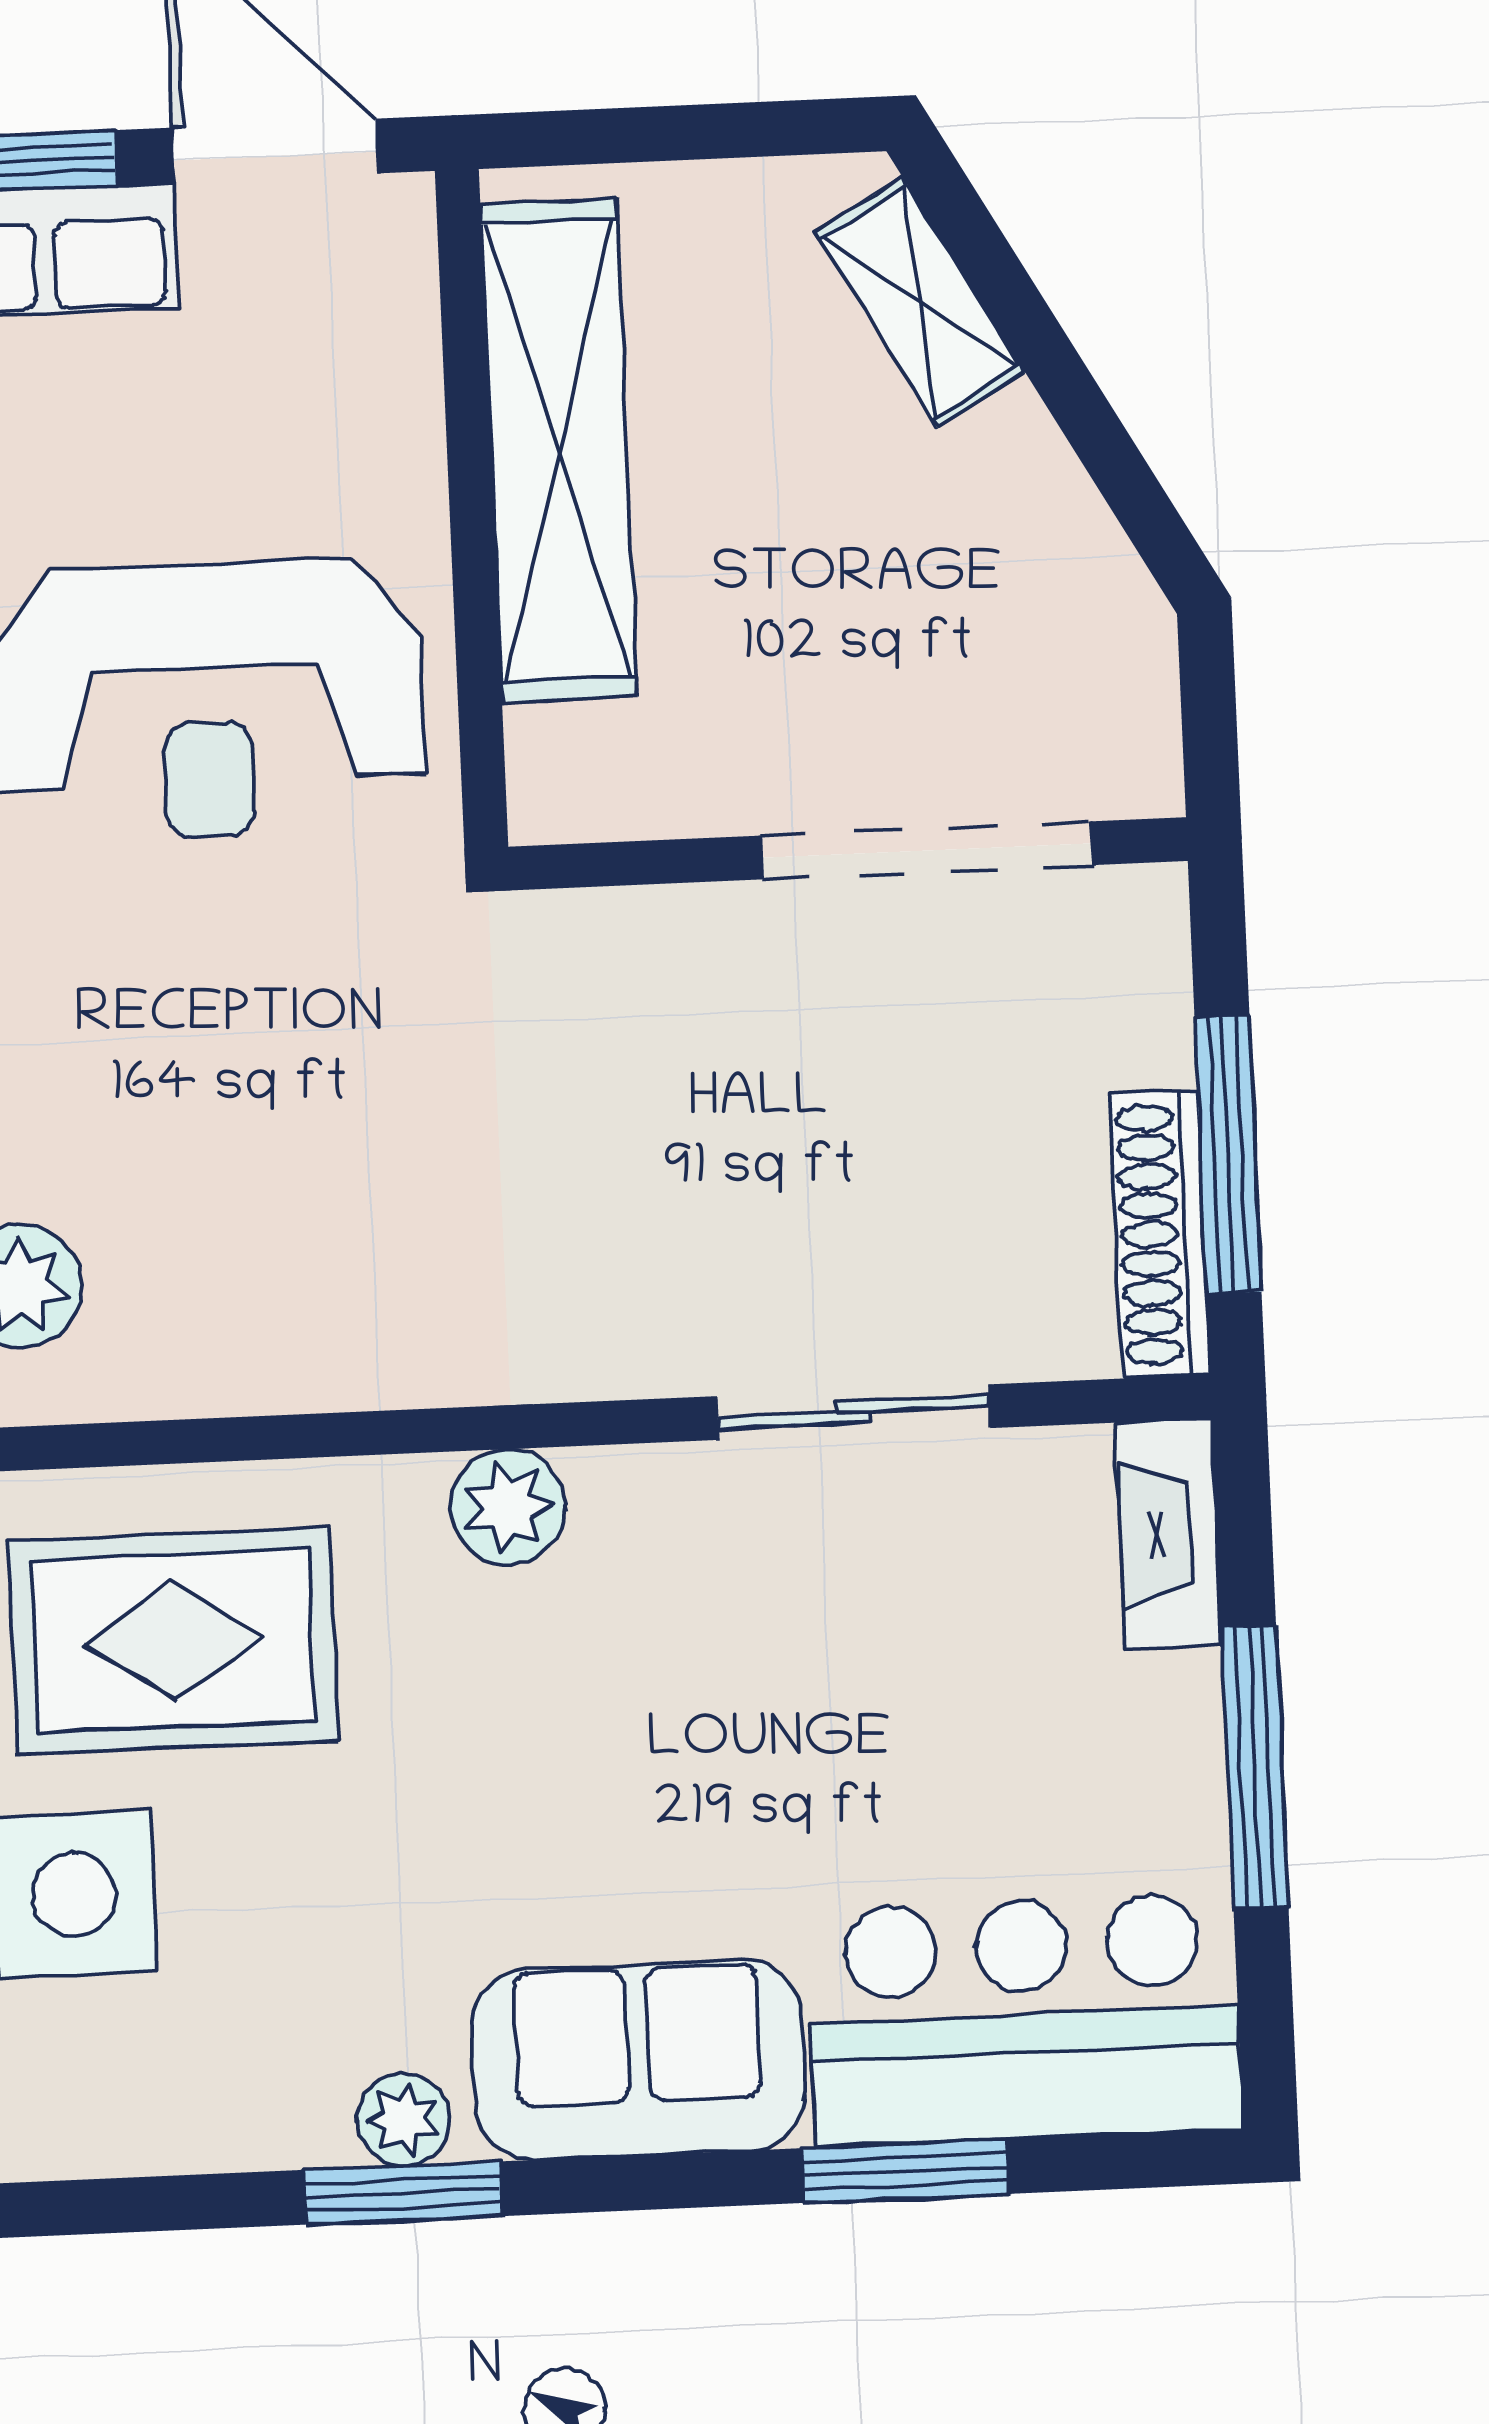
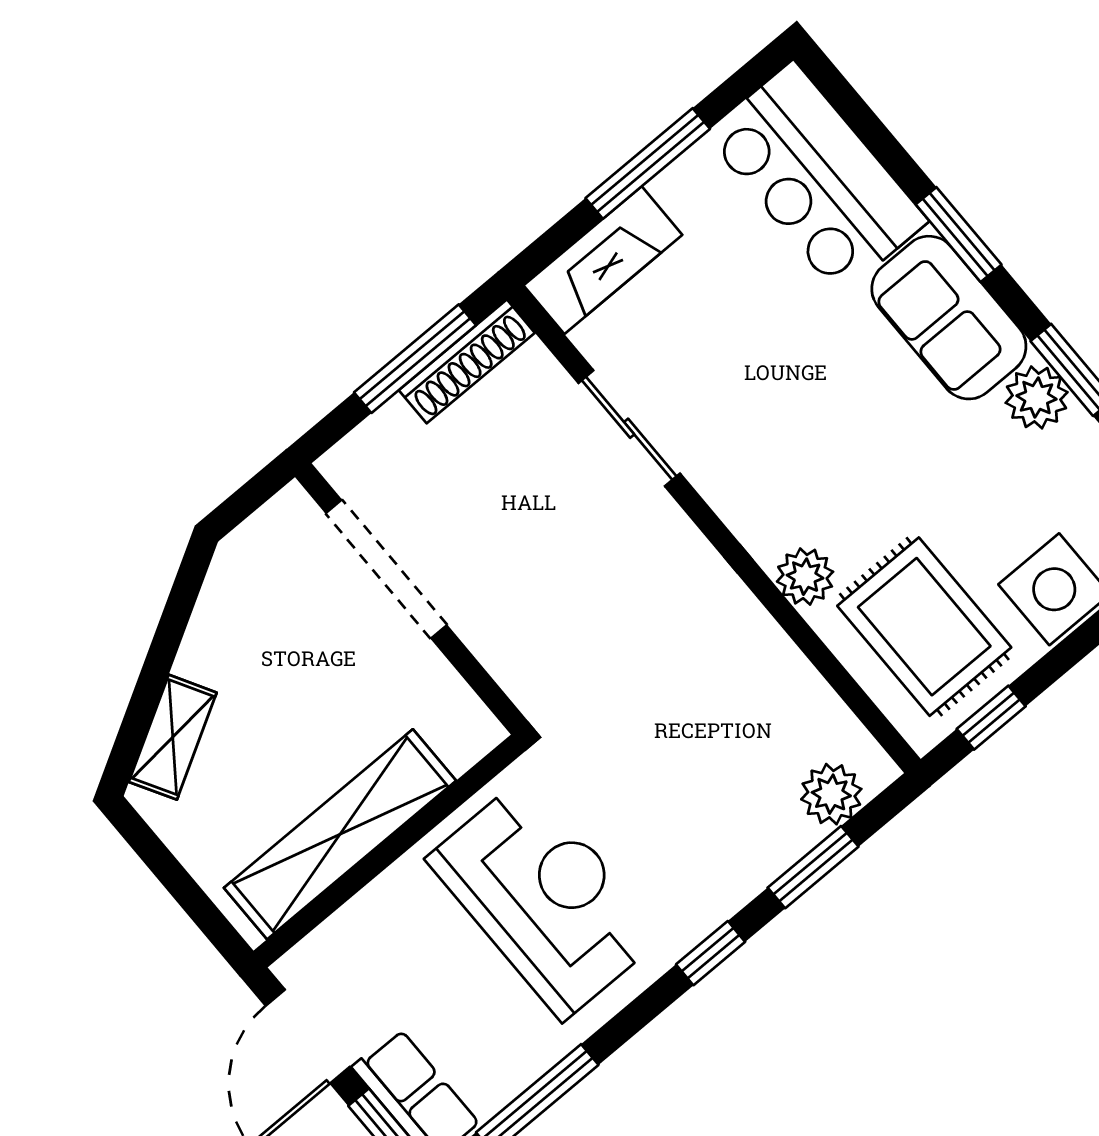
plant: (508, 1507) -> (805, 577), moved
fireplace: (1169, 1534) -> (603, 260), width x1.37, depth x1.32
plant: (403, 2119) -> (1037, 397), width x1.38, depth x1.38
window: (905, 2171) -> (959, 235), moved

